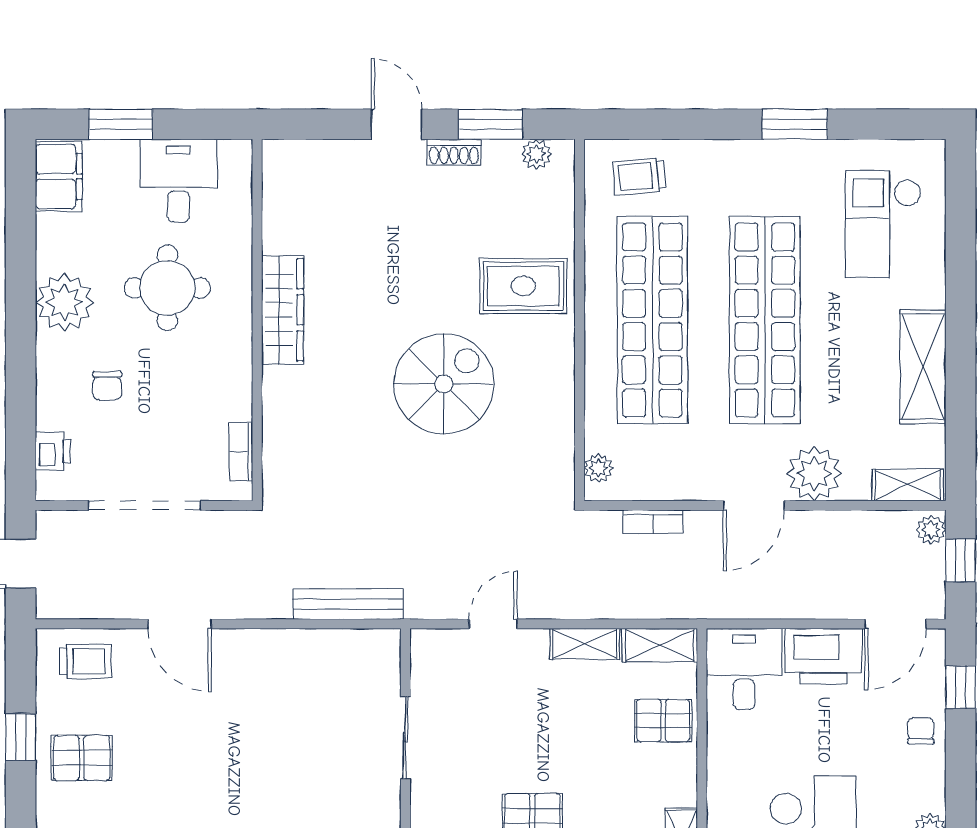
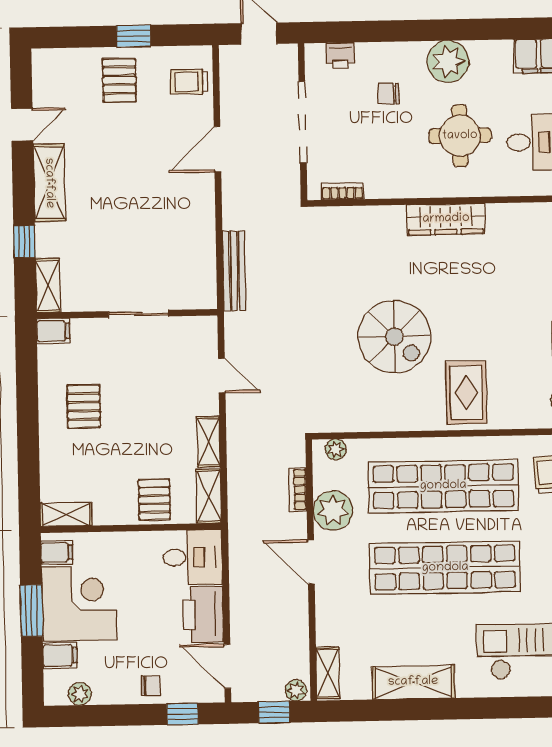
plant: (814, 474) -> (333, 510), moved
trolley: (85, 661) -> (189, 82), turned 90

